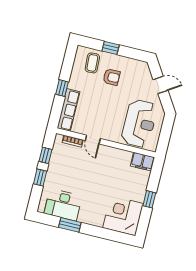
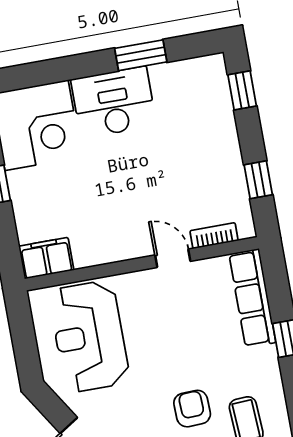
armchair: (111, 77) -> (192, 409), turned 88
window: (40, 177) -> (242, 90), moved
desk: (63, 205) -> (114, 102), moved

